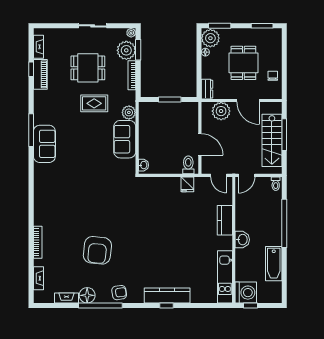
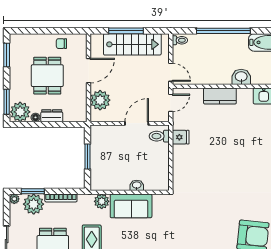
dining table: (243, 63) -> (47, 76), turned 90
dresser: (207, 89) -> (52, 116), moved
washbasin: (143, 165) -> (137, 185), moved

